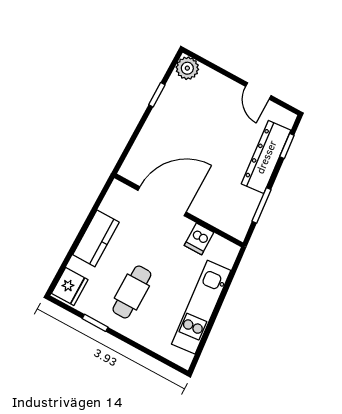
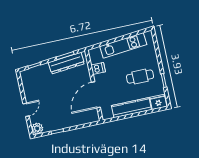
door: (258, 91) -> (26, 110), moved
dresser: (266, 157) -> (66, 63), moved
door: (162, 201) -> (96, 95), hinge flipped
kitchen counter: (96, 238) -> (131, 108), width x1.50

